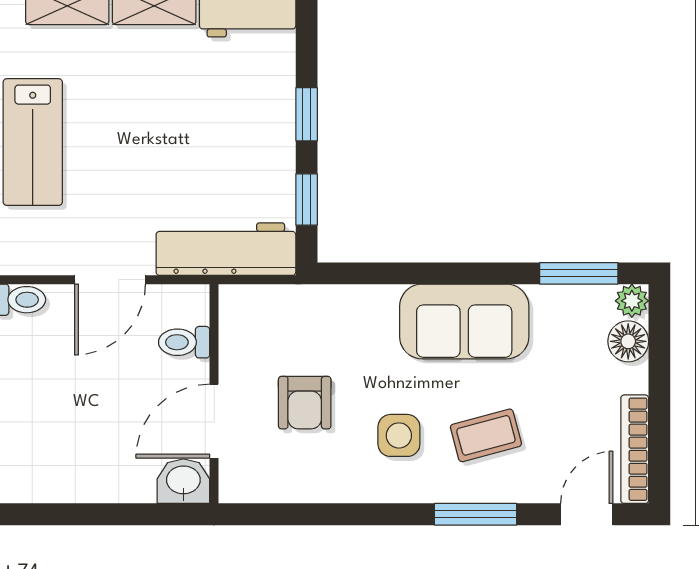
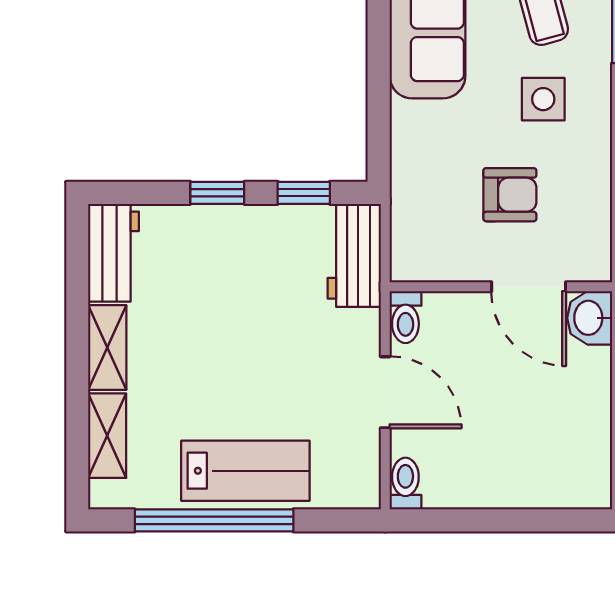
workbench: (226, 249) -> (354, 255), width x0.73
toilet: (184, 342) -> (405, 317), moved

